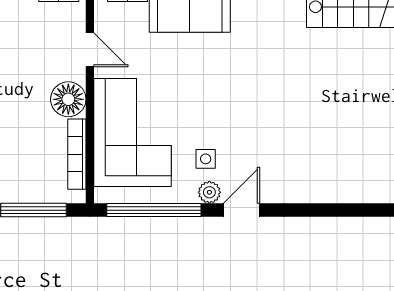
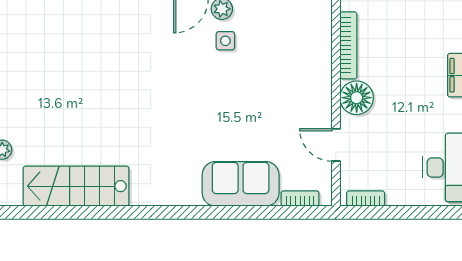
corner sofa: (133, 132) -> (295, 66), removed

